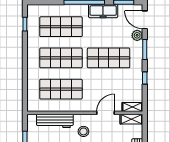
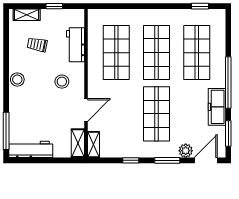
door: (106, 113) -> (86, 110), hinge flipped
workbench: (55, 121) -> (75, 45), width x0.73

